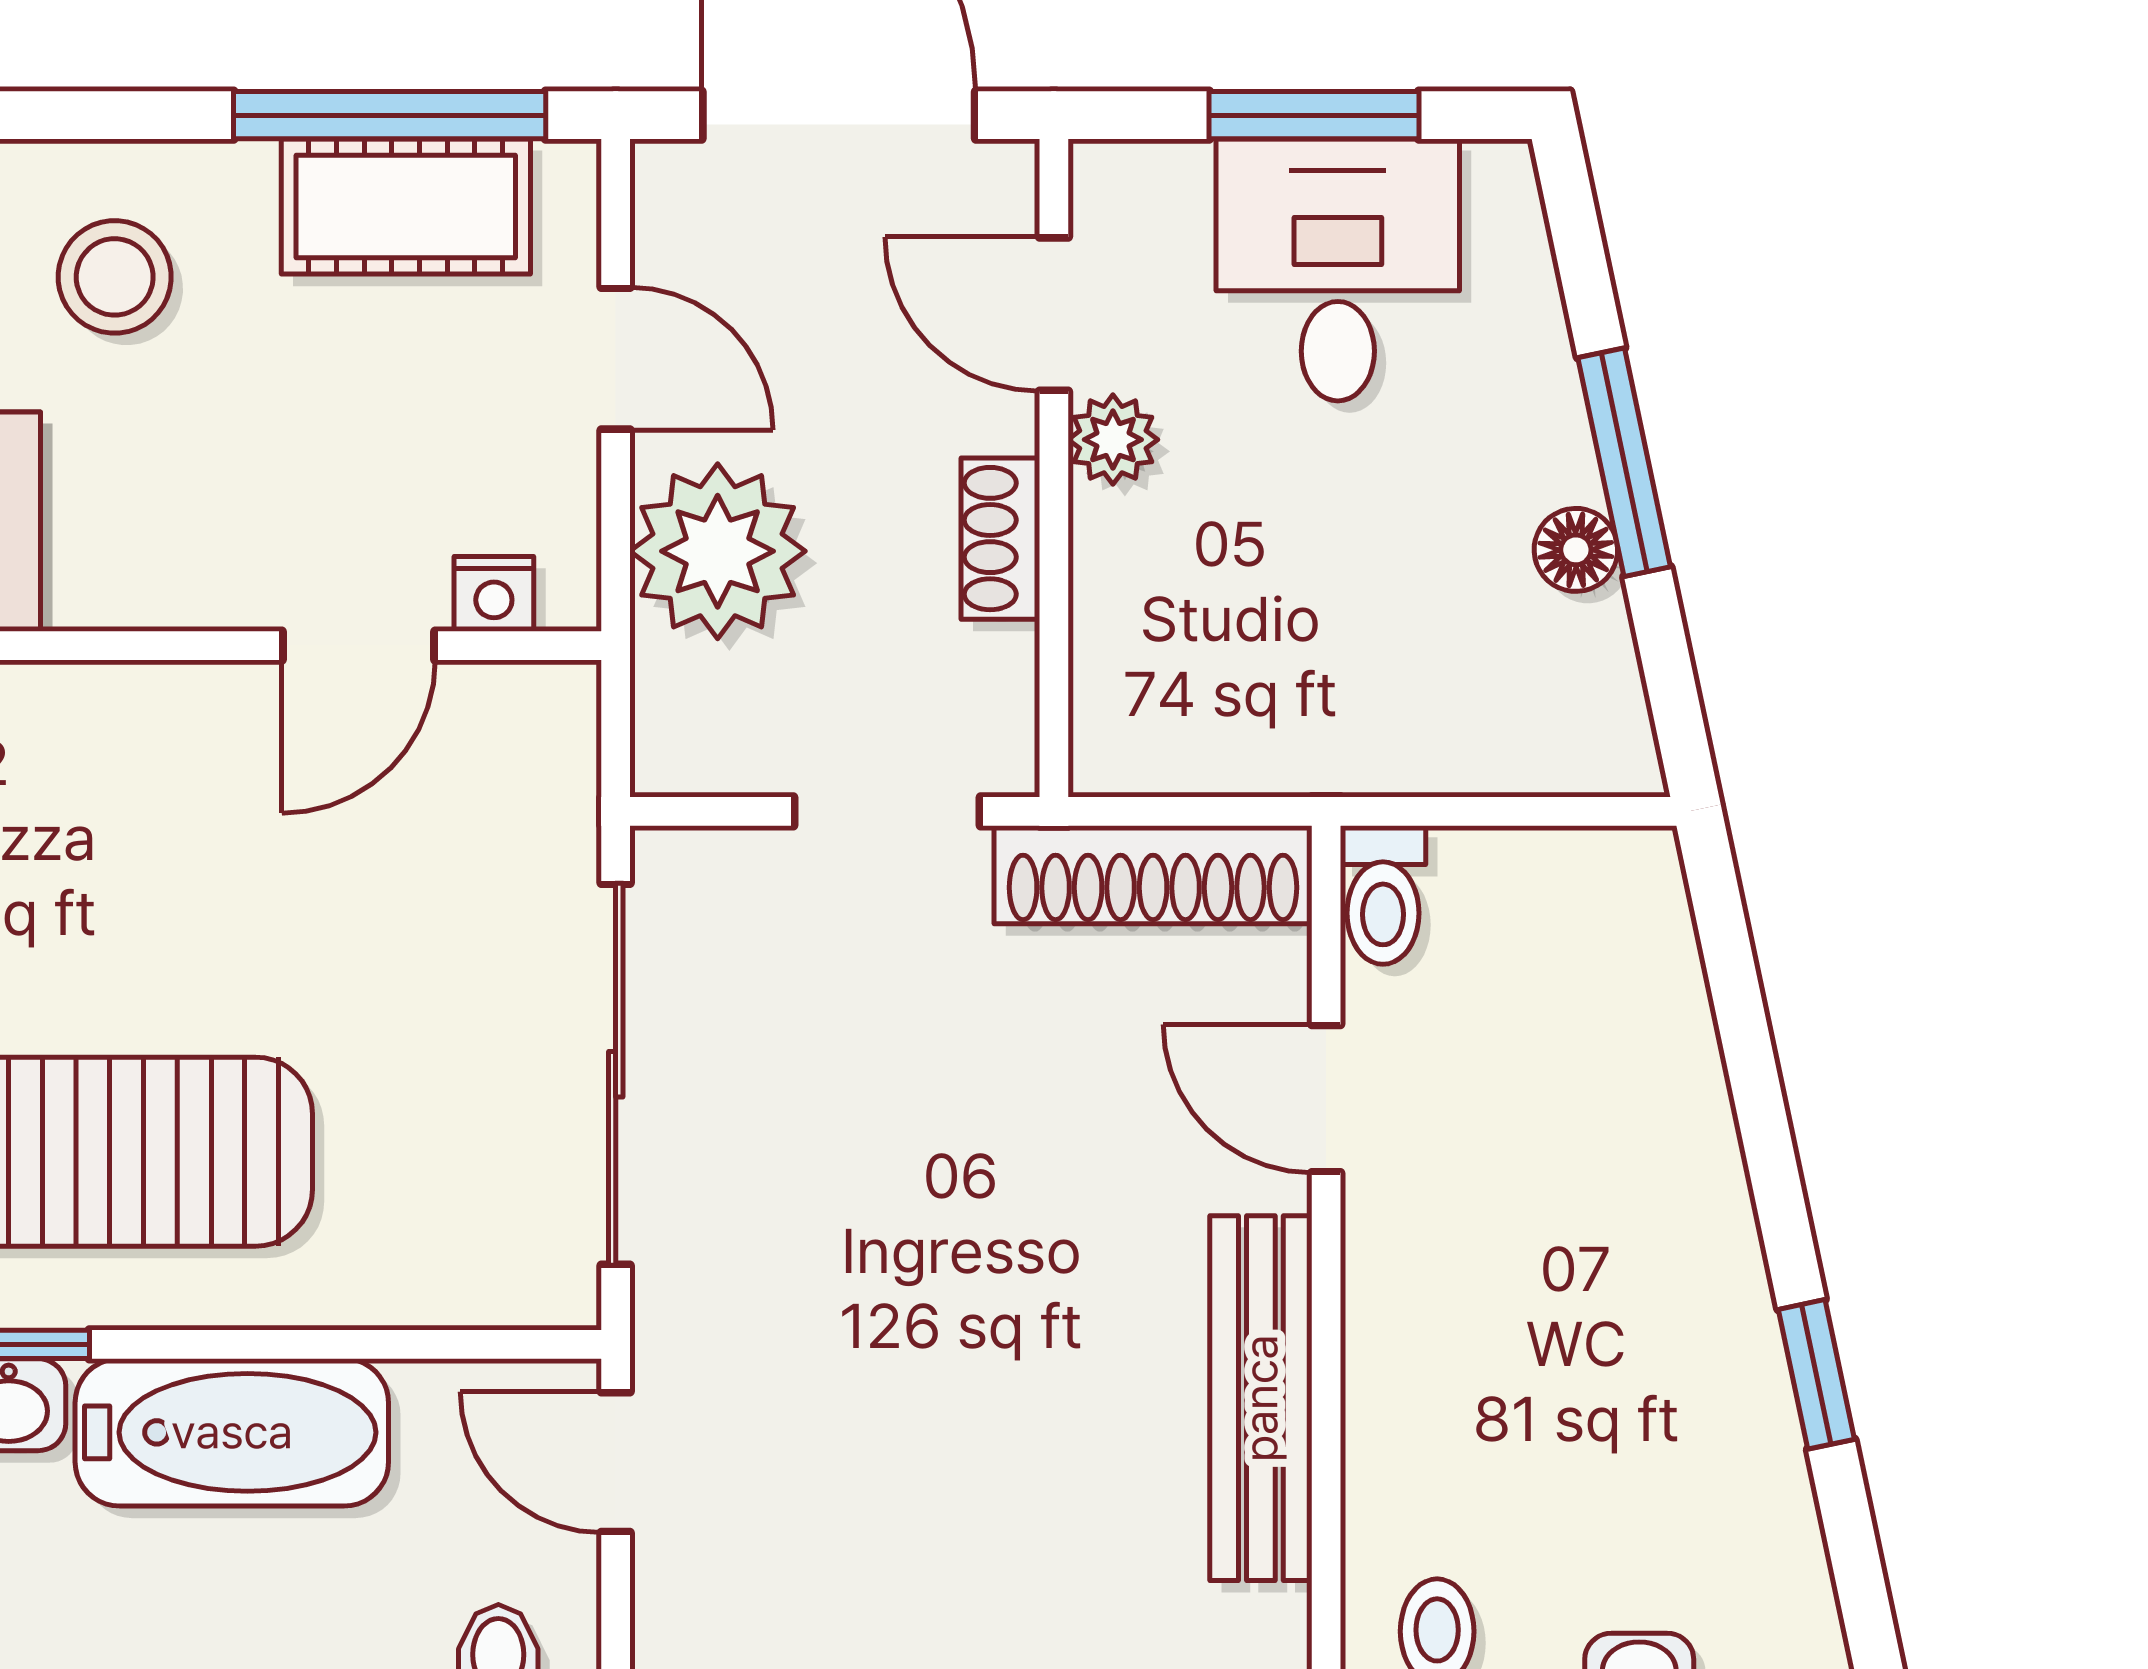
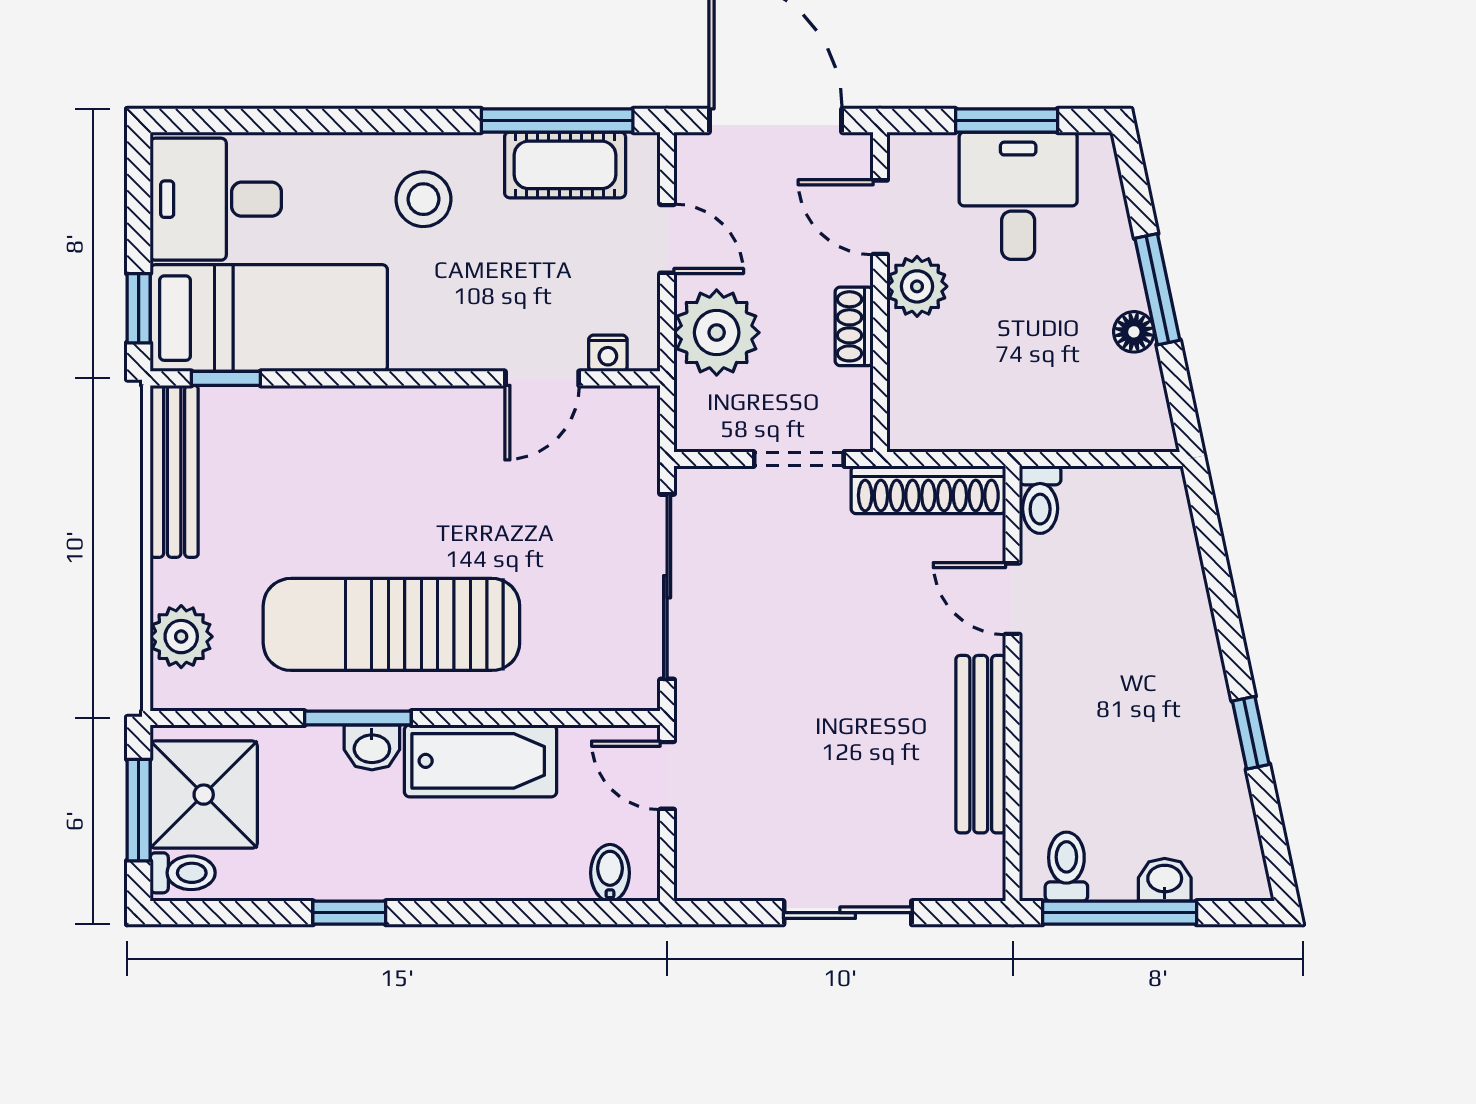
plant: (1113, 440) -> (917, 286), width x1.38, depth x1.38

